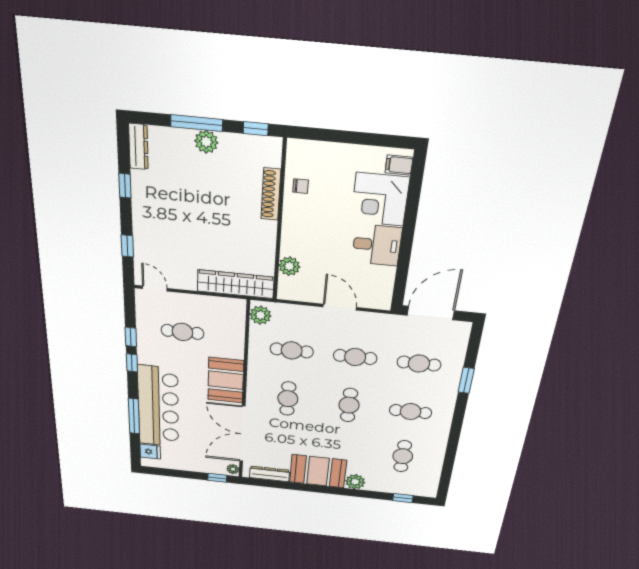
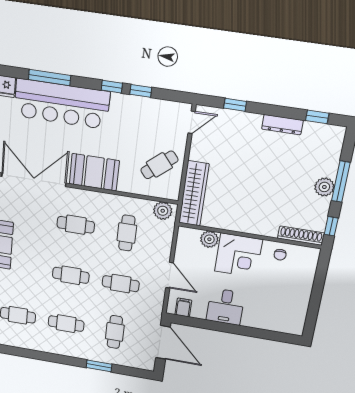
dresser: (138, 147) -> (282, 125), moved
filing cabinet: (399, 165) -> (183, 307), moved
window: (125, 186) -> (317, 117), moved
shoe rack: (271, 194) -> (301, 236), moved
corner desk: (380, 199) -> (238, 255), moved, turned 180
door: (340, 307) -> (170, 275), hinge flipped
cafe table: (182, 332) -> (159, 165), moved, turned 50
cafe table: (355, 357) -> (121, 284), turned 90
cafe table: (411, 412) -> (66, 324), turned 90

